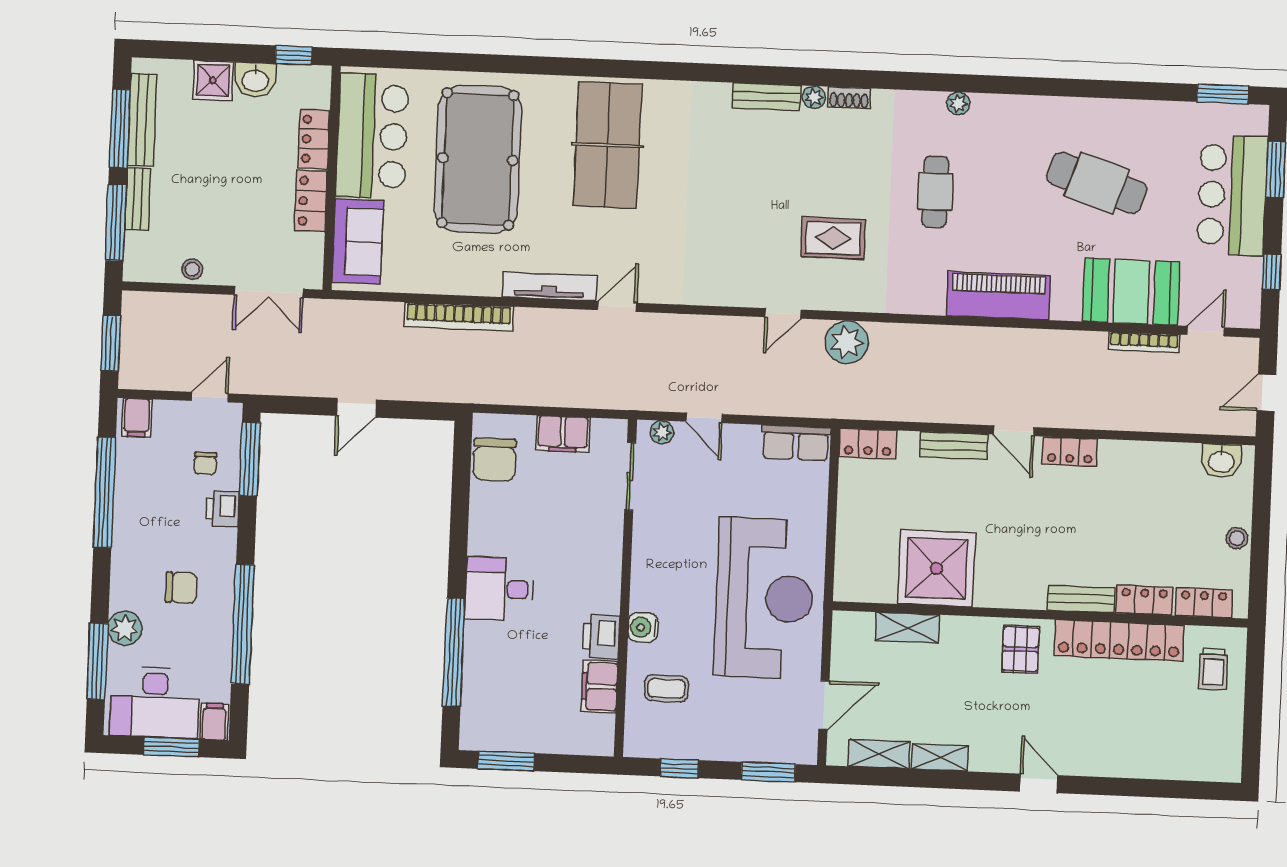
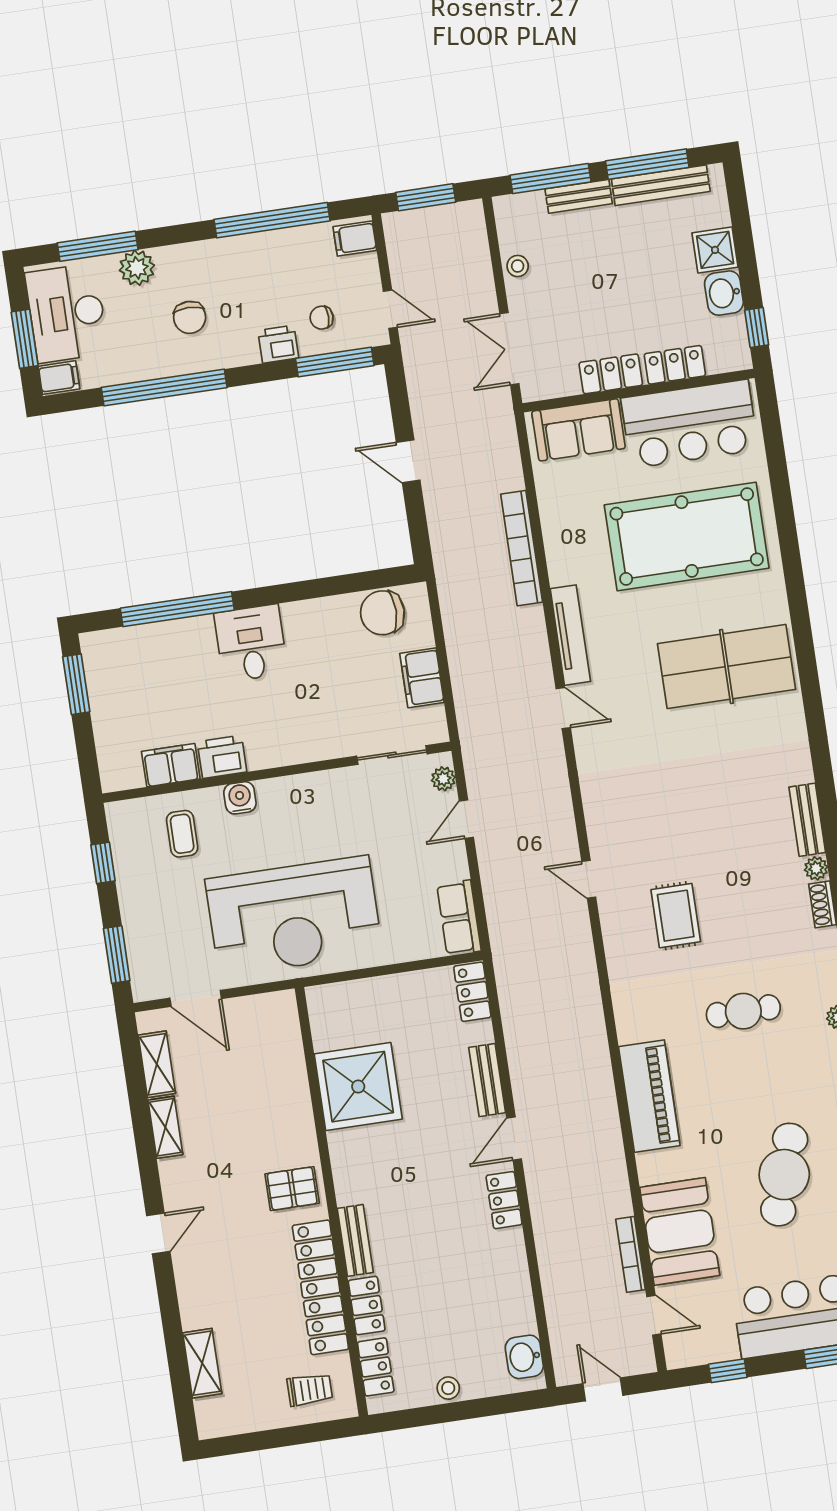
plant: (847, 342) -> (572, 950), removed
shelving: (907, 628) -> (202, 1363), moved
trolley: (1213, 669) -> (310, 1390), turned 180

